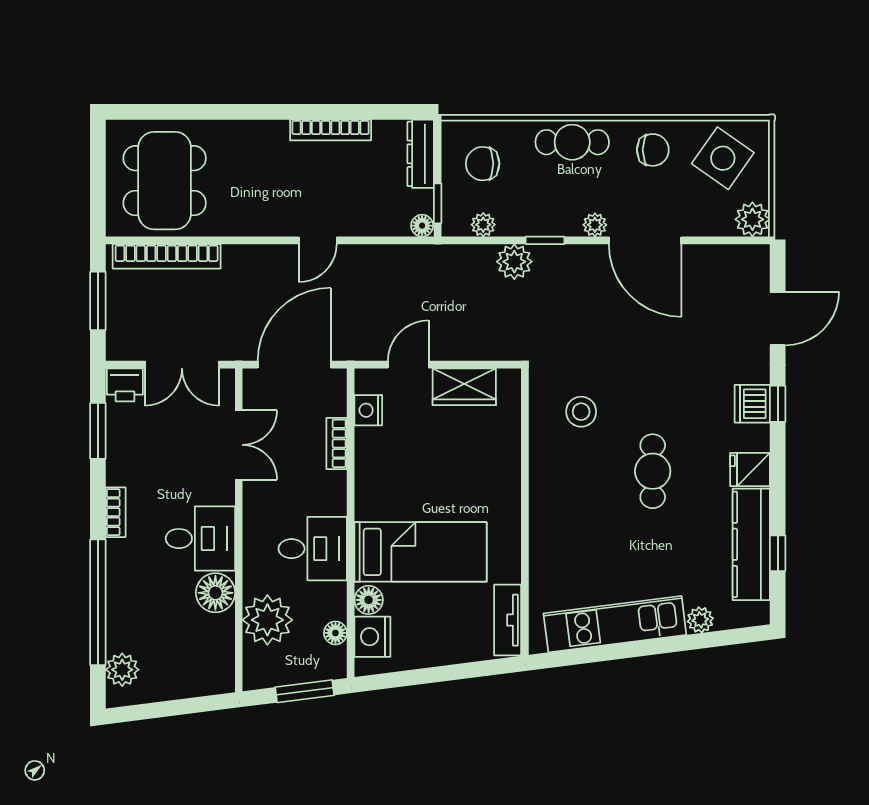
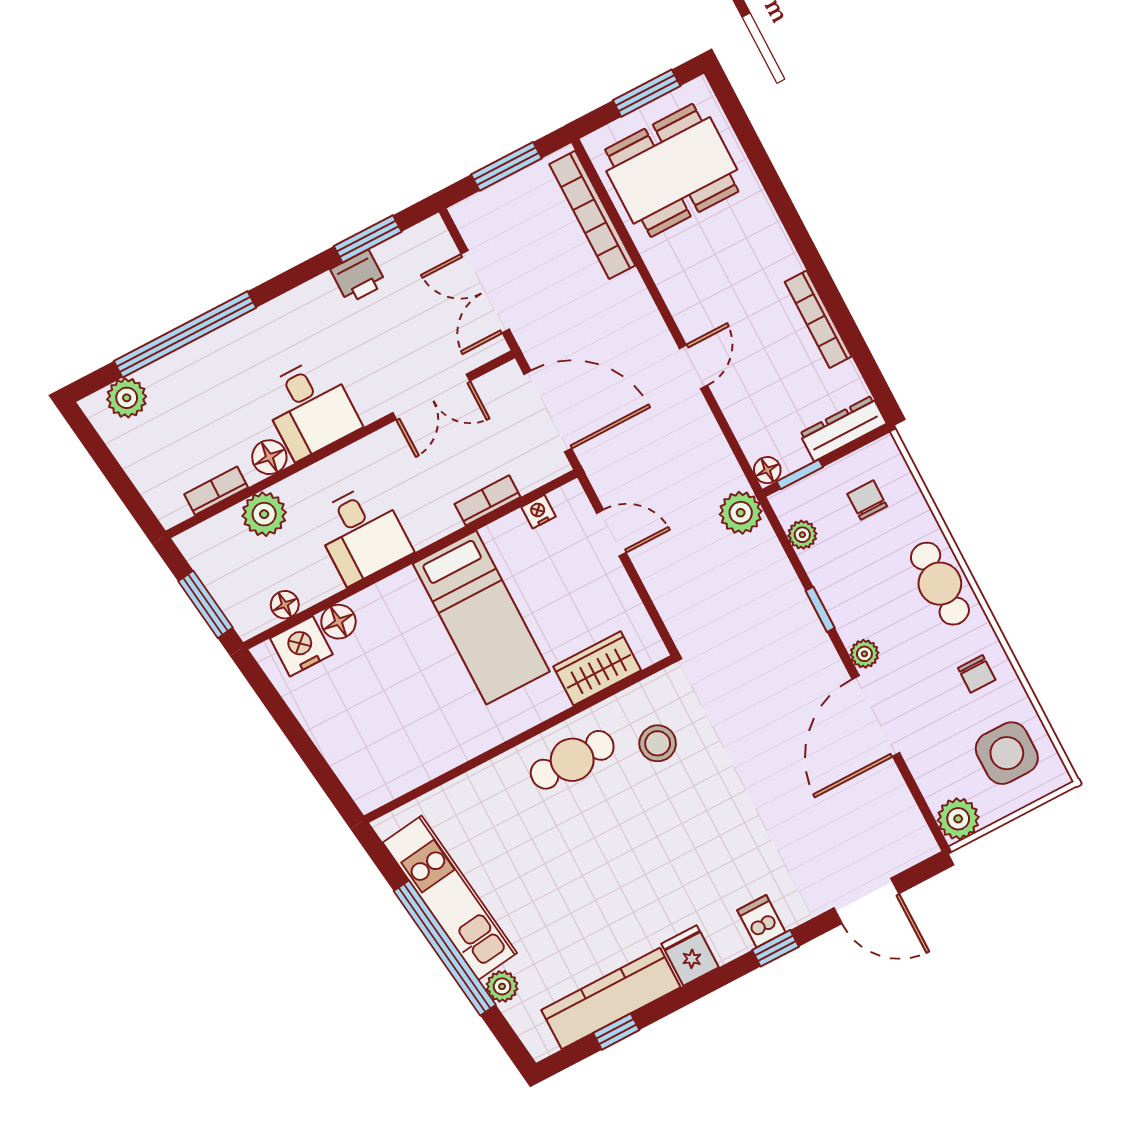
chair: (653, 150) -> (977, 674), width x0.73, depth x0.73
side table: (723, 158) -> (1007, 753), turned -35
chair: (483, 164) -> (867, 500), width x0.73, depth x0.73
window: (98, 169) -> (647, 93), added
door: (318, 240) -> (693, 367), swing flipped
plant: (514, 262) -> (741, 513), moved
printer: (125, 385) -> (358, 277), moved, turned -90
wardrobe: (464, 387) -> (597, 668), moved, turned 90
dishwasher: (752, 404) -> (761, 921), width x0.73
nightstand: (368, 410) -> (539, 512), width x0.72, depth x0.74
cafe table: (653, 471) -> (572, 760), moved
bookcase: (116, 512) -> (216, 491), moved, turned 180
bed: (421, 552) -> (481, 618), moved
floor lamp: (215, 593) -> (269, 457), width x0.73, depth x0.73
plant: (267, 620) -> (264, 514), width x0.73, depth x0.73
tv unit: (508, 620) -> (394, 781), removed
window: (650, 647) -> (445, 948), added

